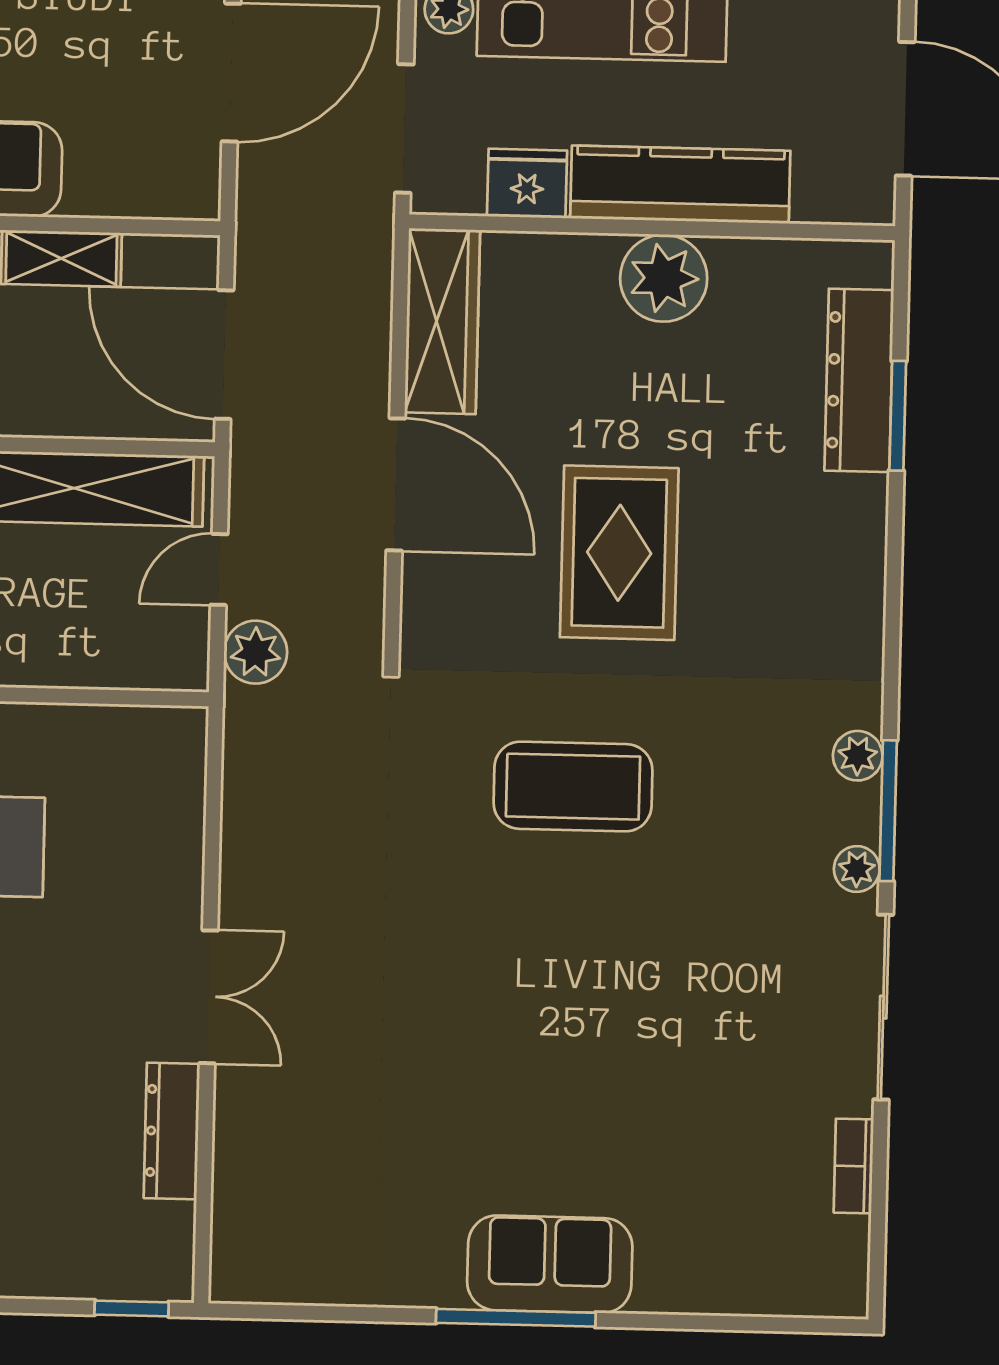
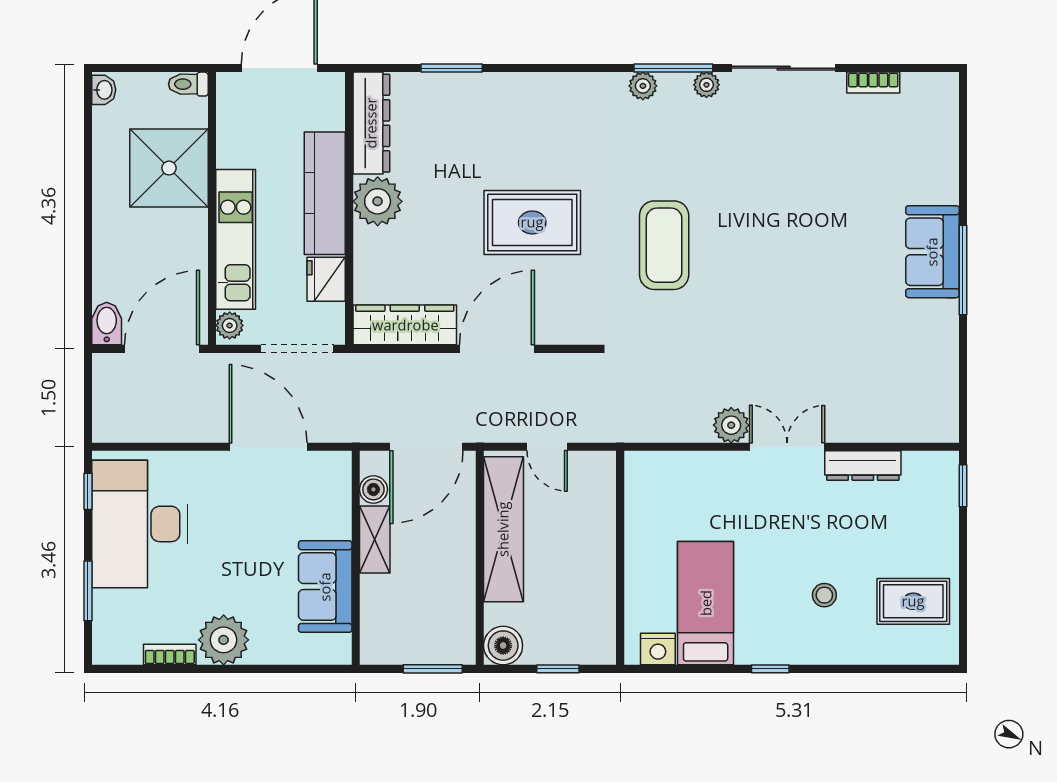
boiler: (151, 258) -> (373, 489), added
dresser: (859, 380) -> (371, 123), moved, turned -90
plant: (256, 652) -> (731, 425), moved

